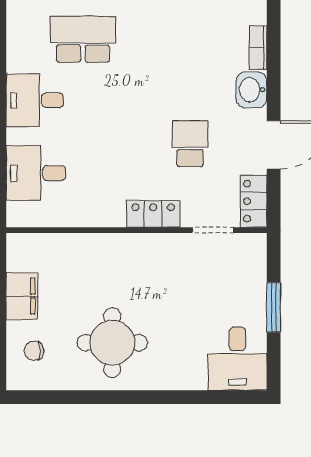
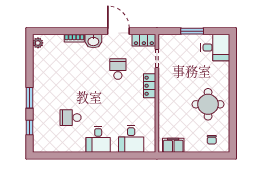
school desk: (83, 39) -> (70, 118), width x0.54
school desk: (190, 144) -> (118, 69), turned 90
filing cabinet: (22, 296) -> (173, 145), moved

